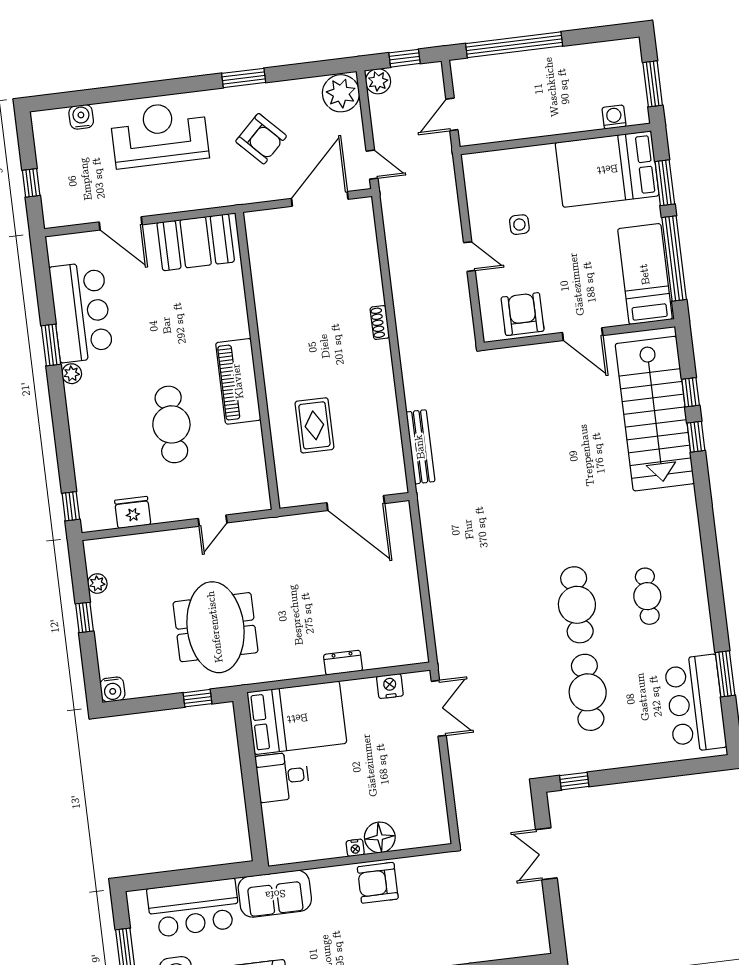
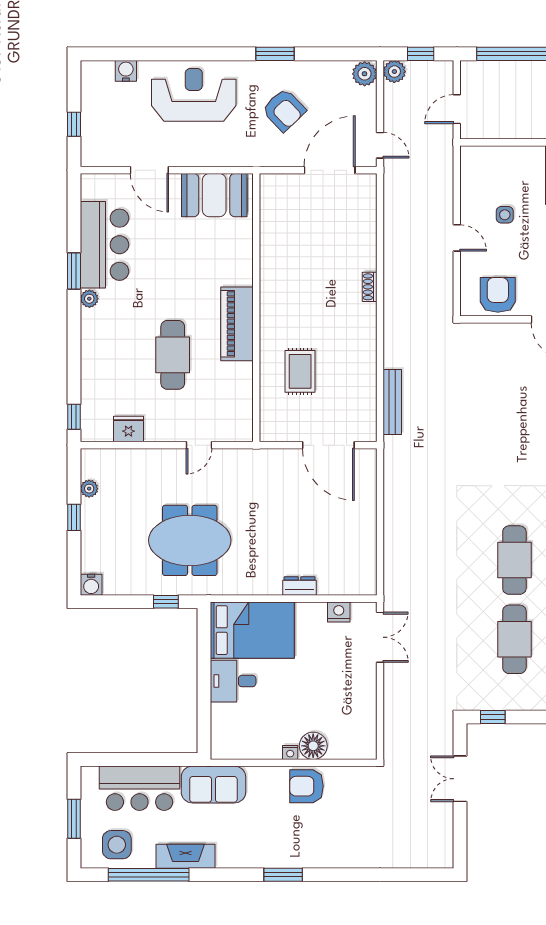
plant: (341, 93) -> (365, 74), width x0.73, depth x0.73
meeting table: (215, 627) -> (190, 540), turned 90

